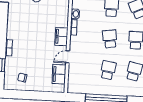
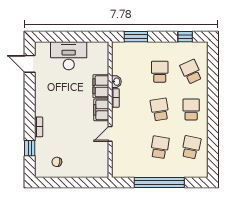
filing cabinet: (59, 74) -> (101, 86), moved

